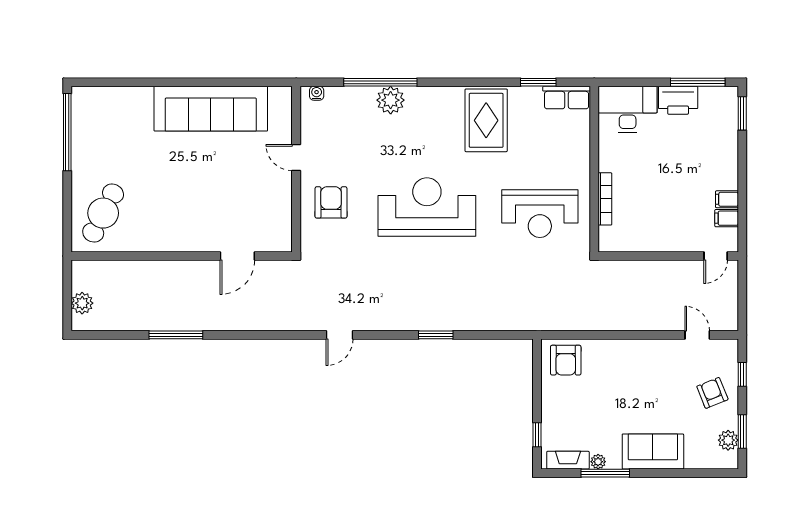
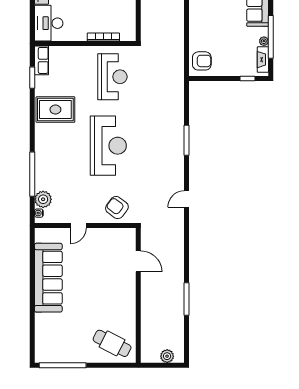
plant: (391, 100) -> (43, 199), moved
armchair: (331, 202) -> (117, 208), moved, turned 37
reception desk: (427, 207) -> (108, 146), turned 180
door: (340, 335) -> (186, 199), swing flipped
window: (436, 335) -> (186, 140), width x1.44
window: (605, 473) -> (271, 37), width x1.46

